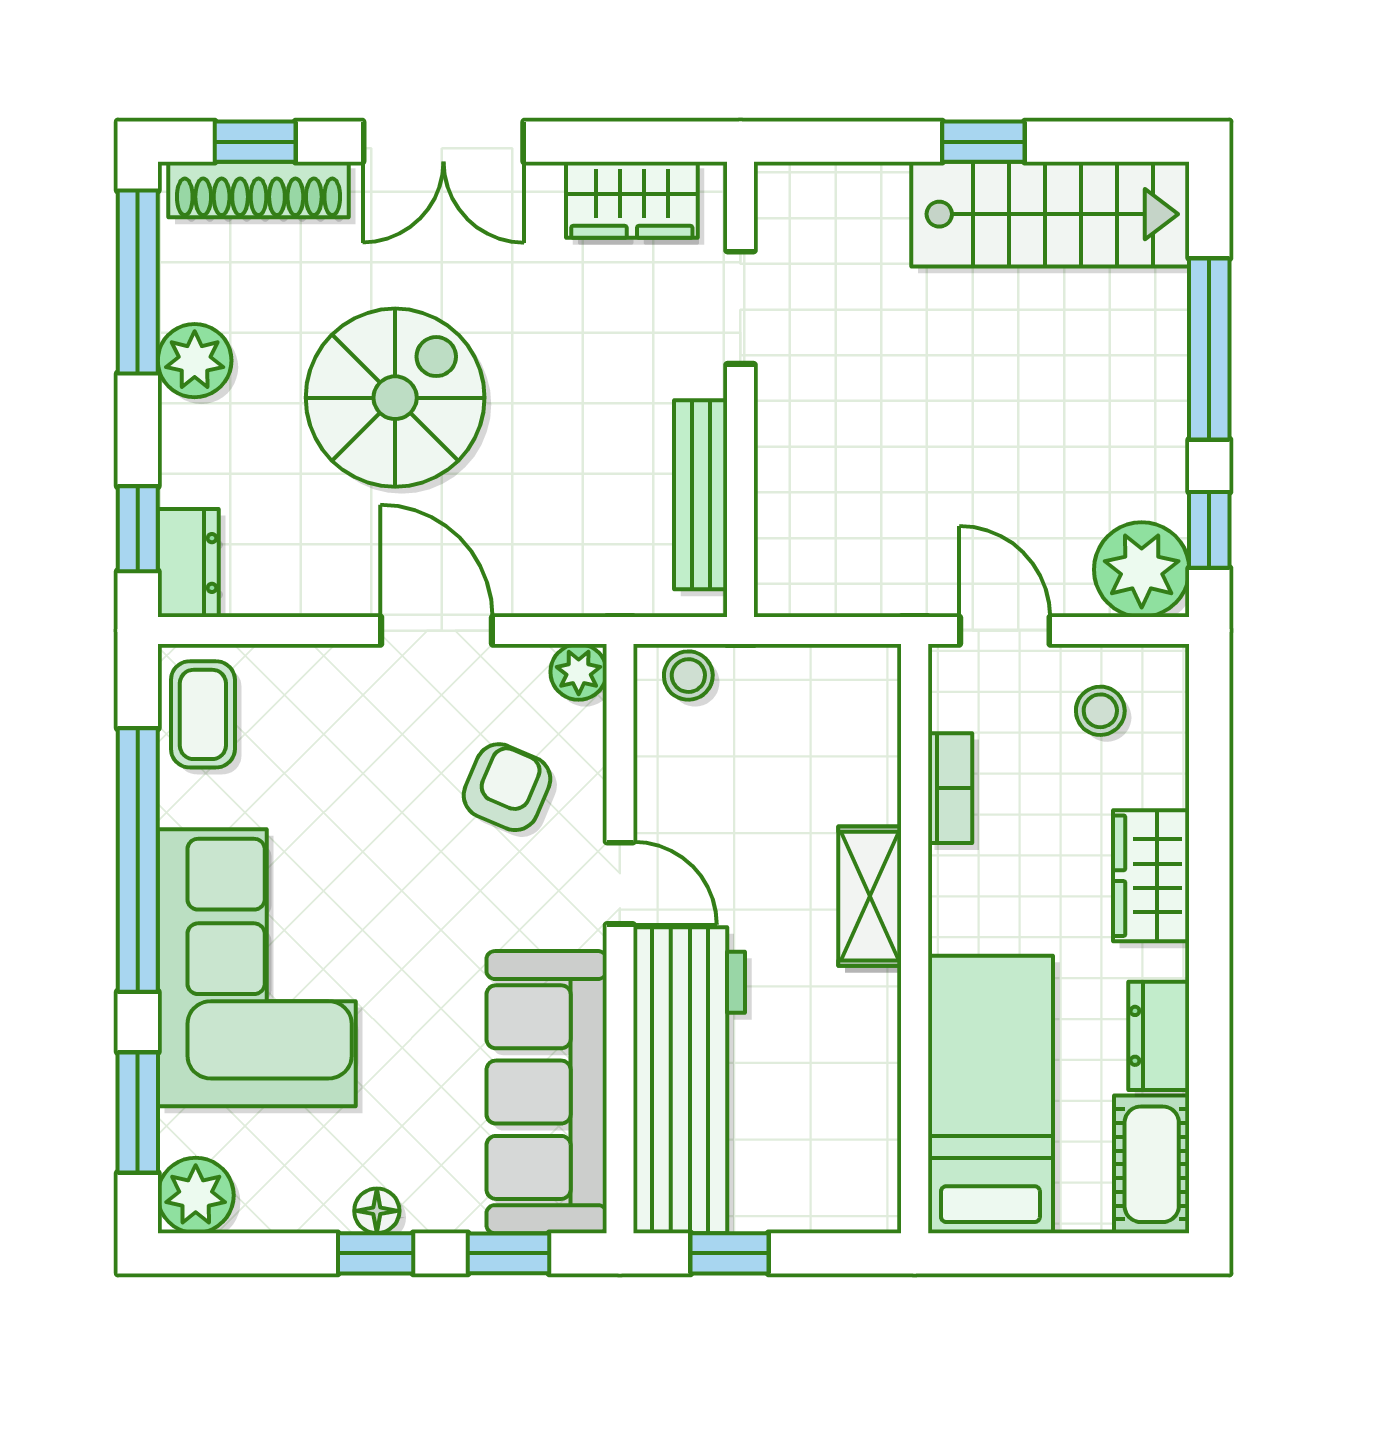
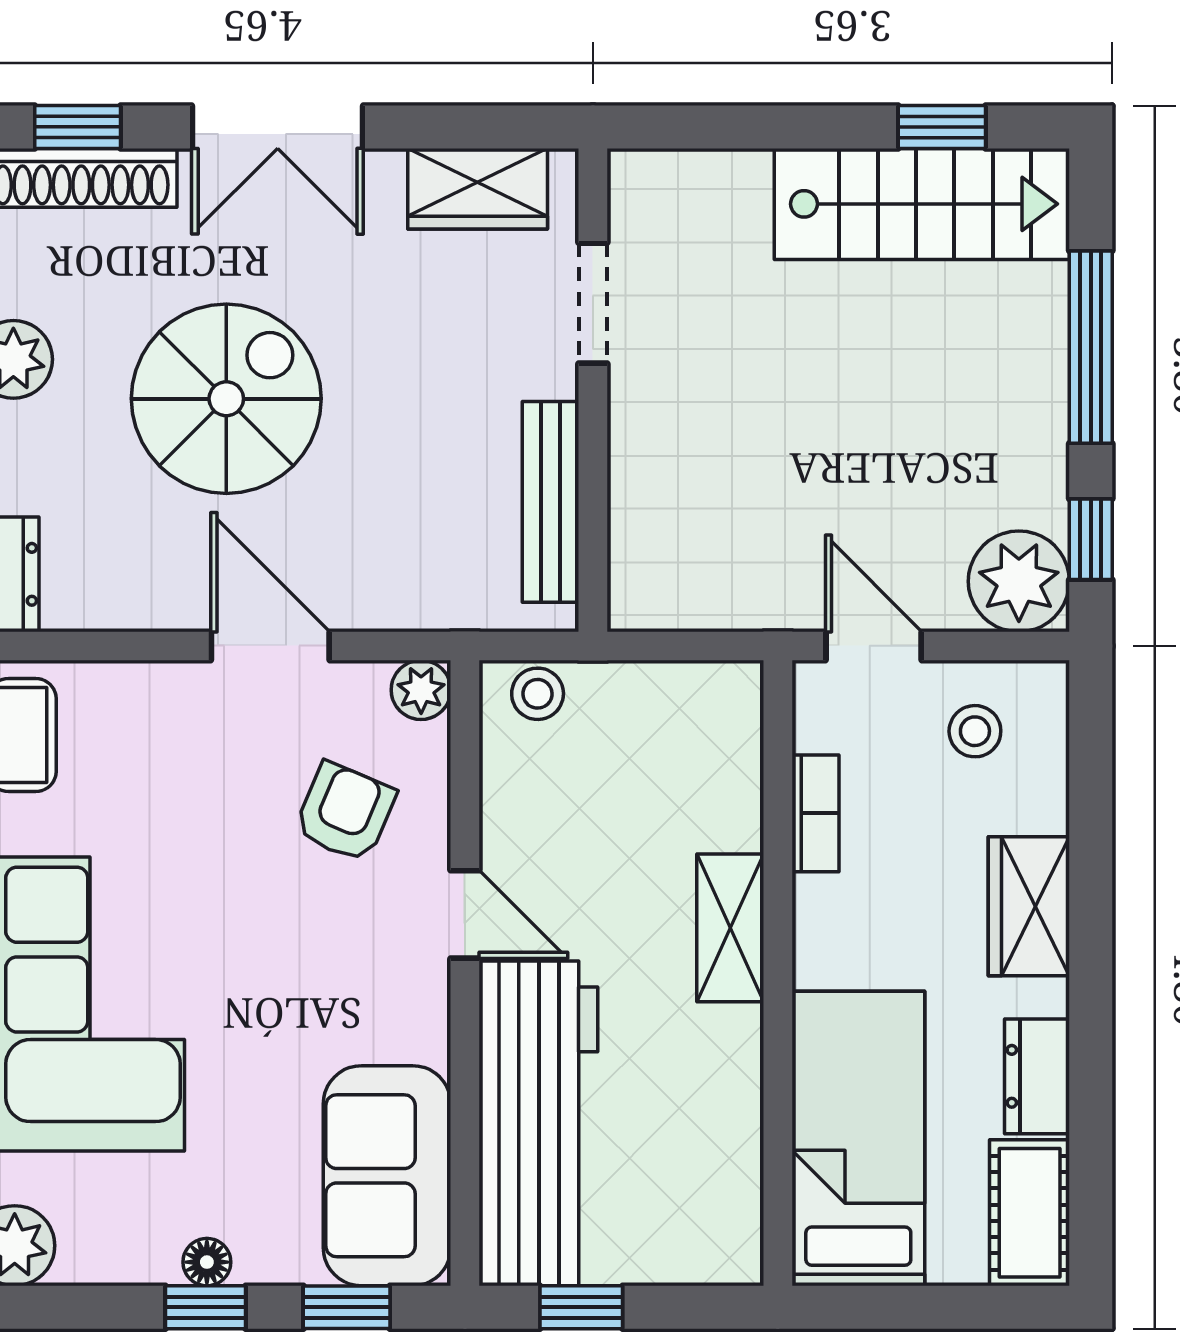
window: (983, 142) -> (942, 127), moved
sofa: (547, 1092) -> (387, 1176), width x0.73

